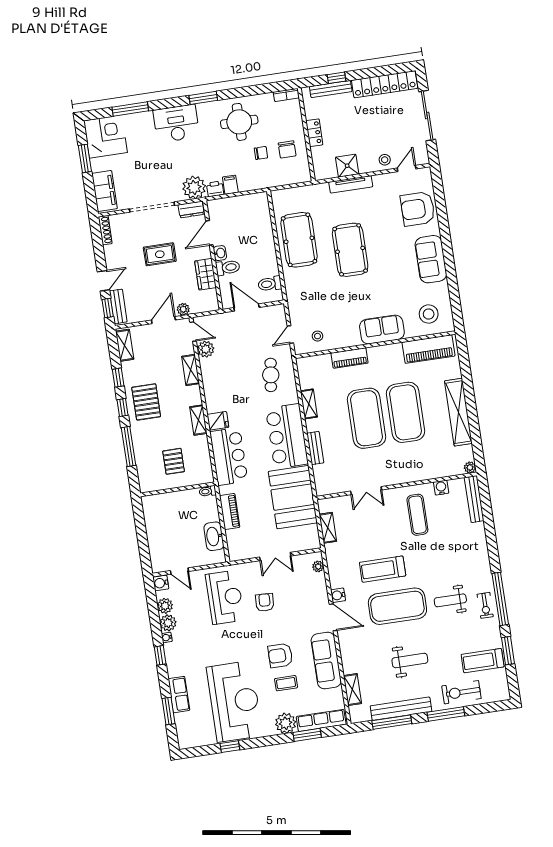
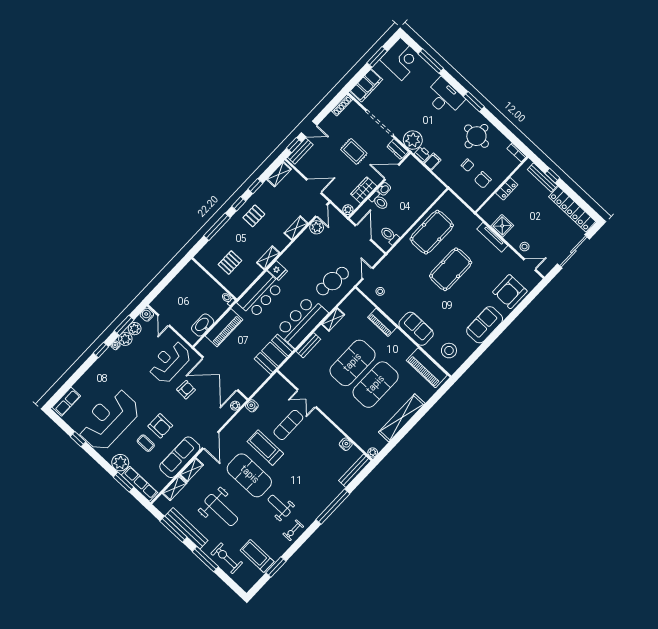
armchair: (418, 209) -> (510, 292), turned -90
plant: (183, 309) -> (348, 210), moved
door: (290, 335) -> (368, 273), hinge flipped
cafe table: (271, 375) -> (332, 281), width x1.37, depth x1.35
pallet: (146, 402) -> (254, 216), width x0.67, depth x0.71
booth: (293, 497) -> (274, 354), width x0.73, depth x0.70
piano: (230, 512) -> (224, 328), width x1.37, depth x1.33
exercise mat: (417, 515) -> (288, 425), moved
shelving: (328, 528) -> (192, 470), moved
double door: (275, 556) -> (220, 374), width x1.87
water cooler: (338, 595) -> (252, 406), moved
reception desk: (225, 597) -> (170, 362), turned 180
window: (500, 599) -> (333, 507), moved
armchair: (280, 655) -> (160, 426), turned 180
weight bench: (410, 660) -> (221, 510), width x1.36, depth x1.33
row of seats: (179, 695) -> (66, 402), moved
reception desk: (234, 701) -> (109, 420), turned 180
window: (168, 711) -> (124, 325), moved

